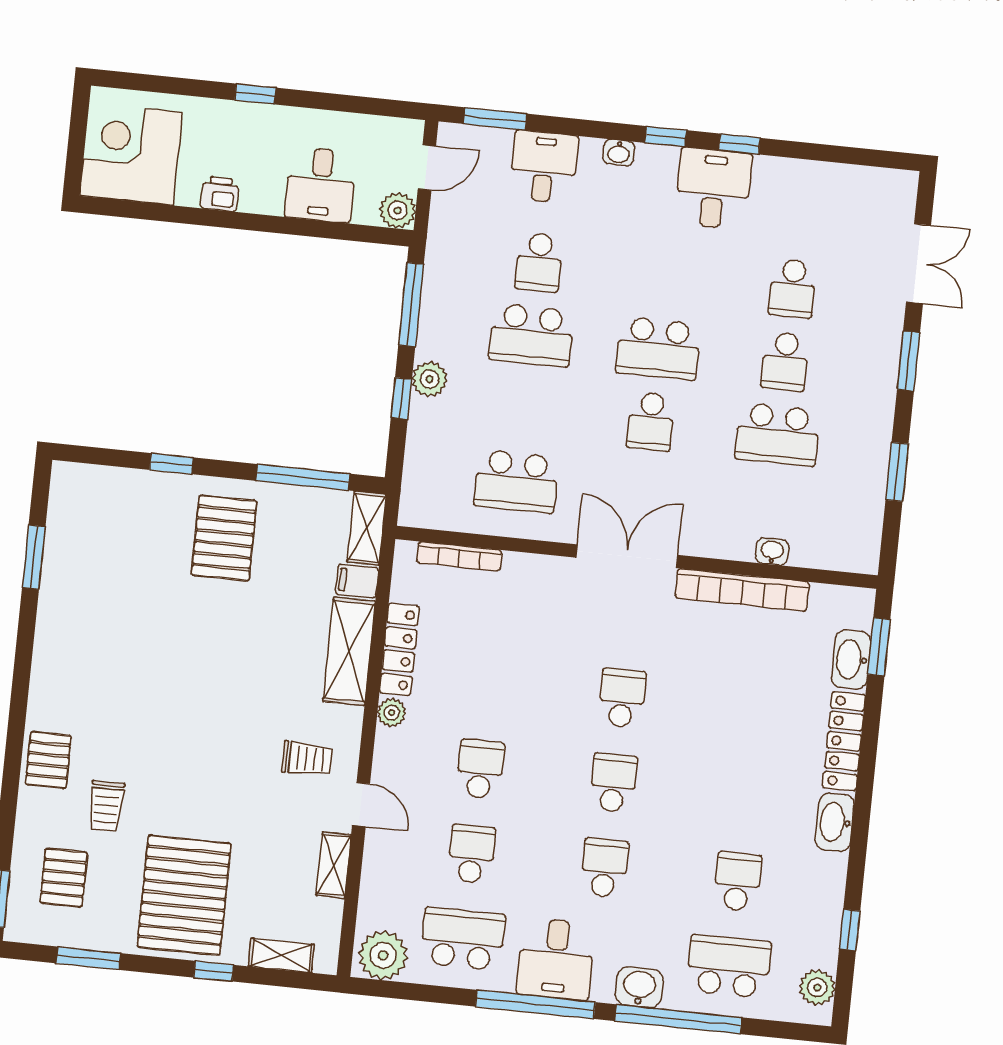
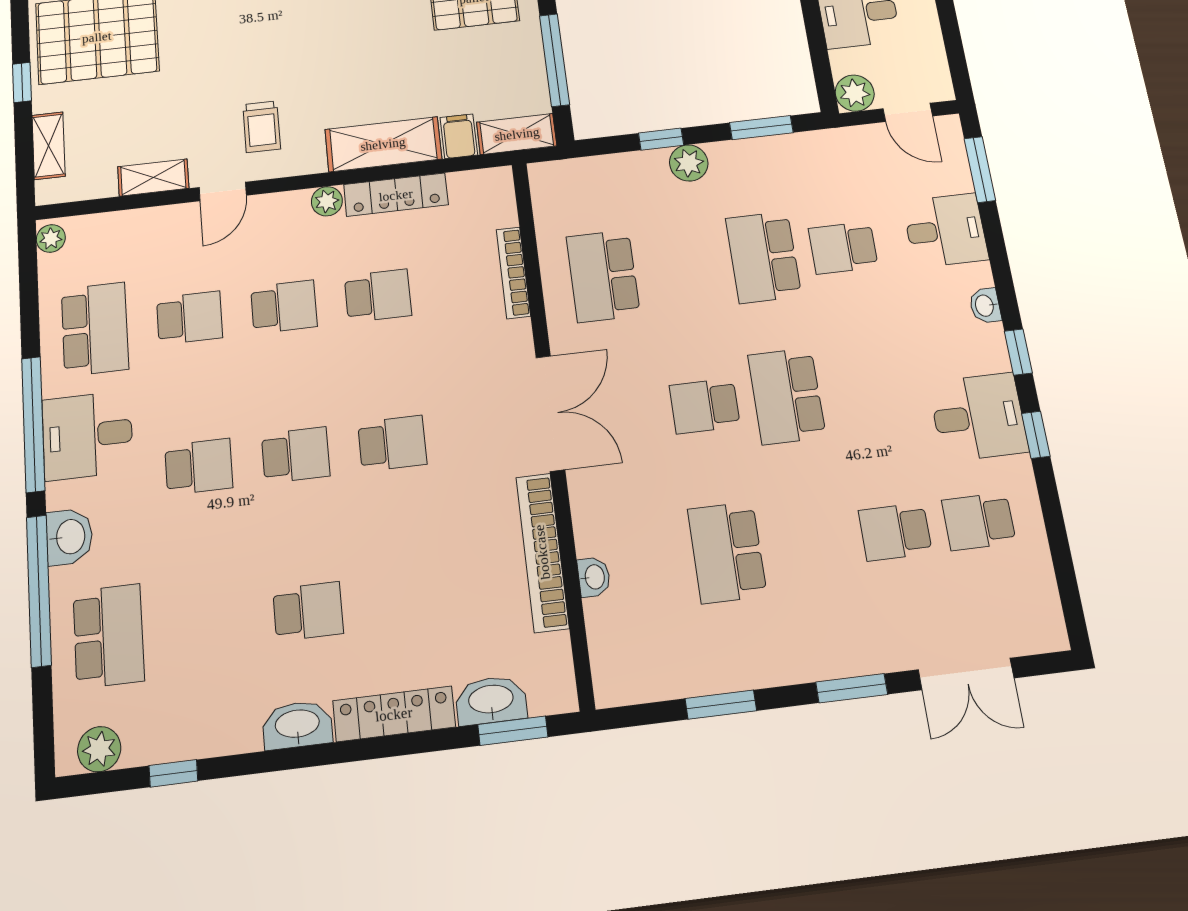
window: (411, 305) -> (761, 128), width x0.69
school desk: (785, 362) -> (979, 522), moved
bookcase: (459, 556) -> (513, 273), moved
school desk: (489, 684) -> (378, 296), added
school desk: (737, 881) -> (308, 611), moved
plant: (383, 955) -> (51, 238), width x0.53, depth x0.53

